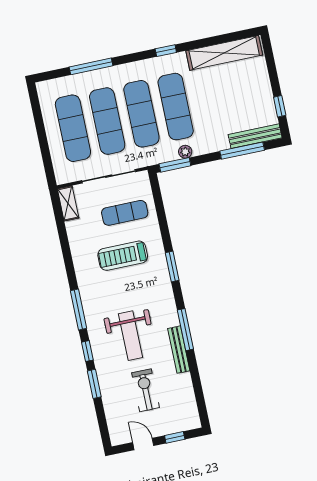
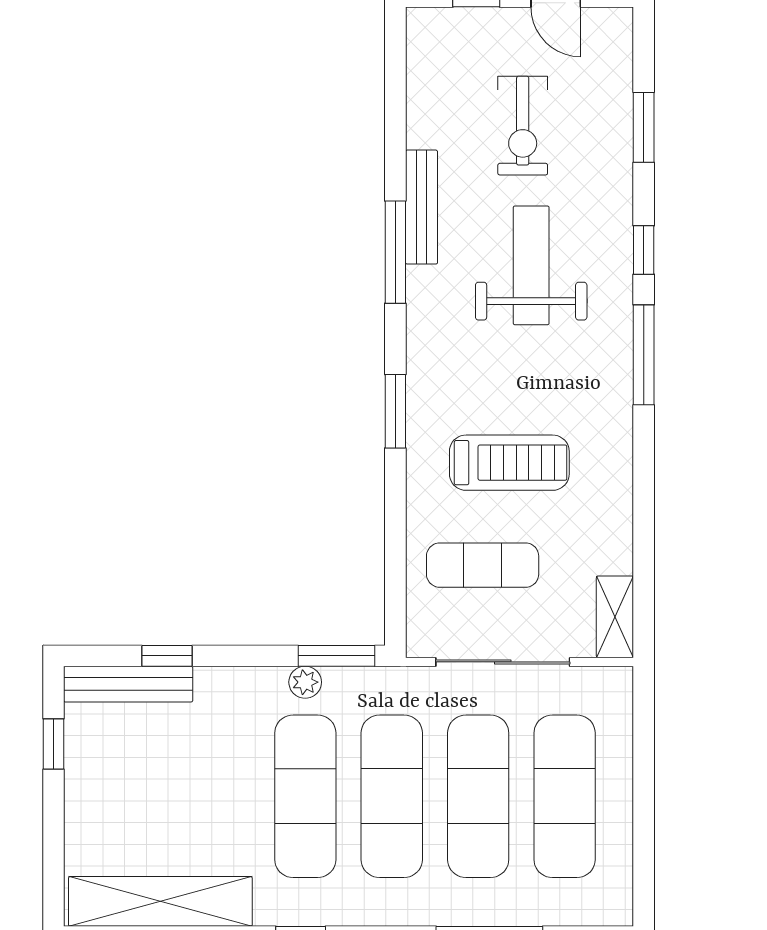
window: (242, 151) -> (167, 656), width x0.46
window: (94, 384) -> (644, 127), moved

